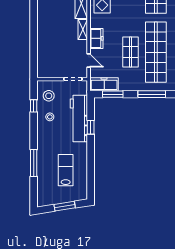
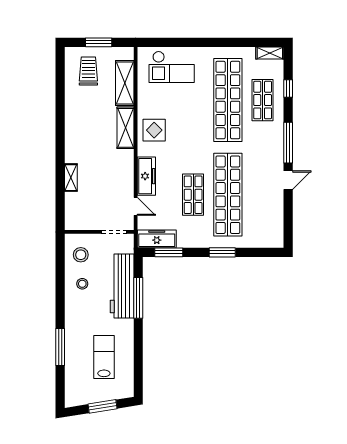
shelving: (83, 29) -> (71, 178), moved
freezer: (96, 38) -> (146, 176), width x1.40
window: (152, 94) -> (222, 252), width x0.69
window: (34, 106) -> (60, 269), removed
window: (91, 127) -> (138, 298), width x2.17

